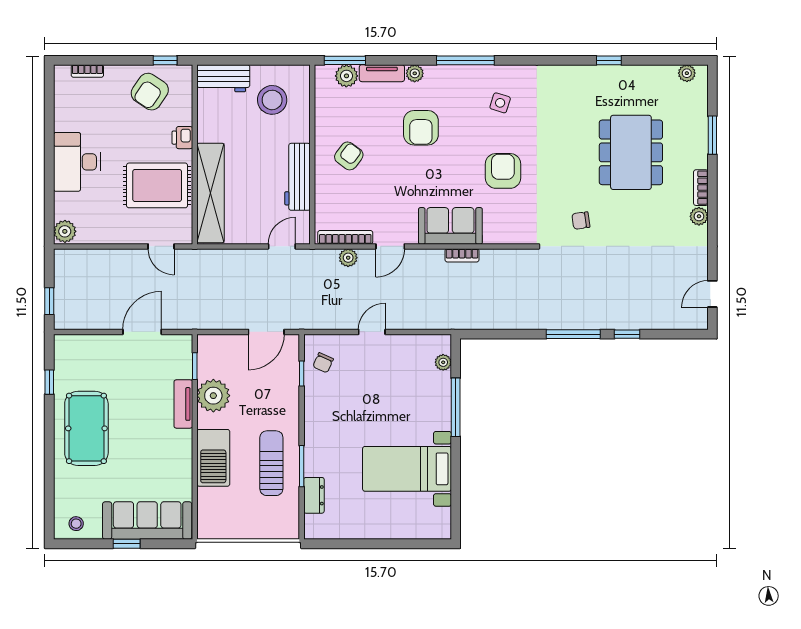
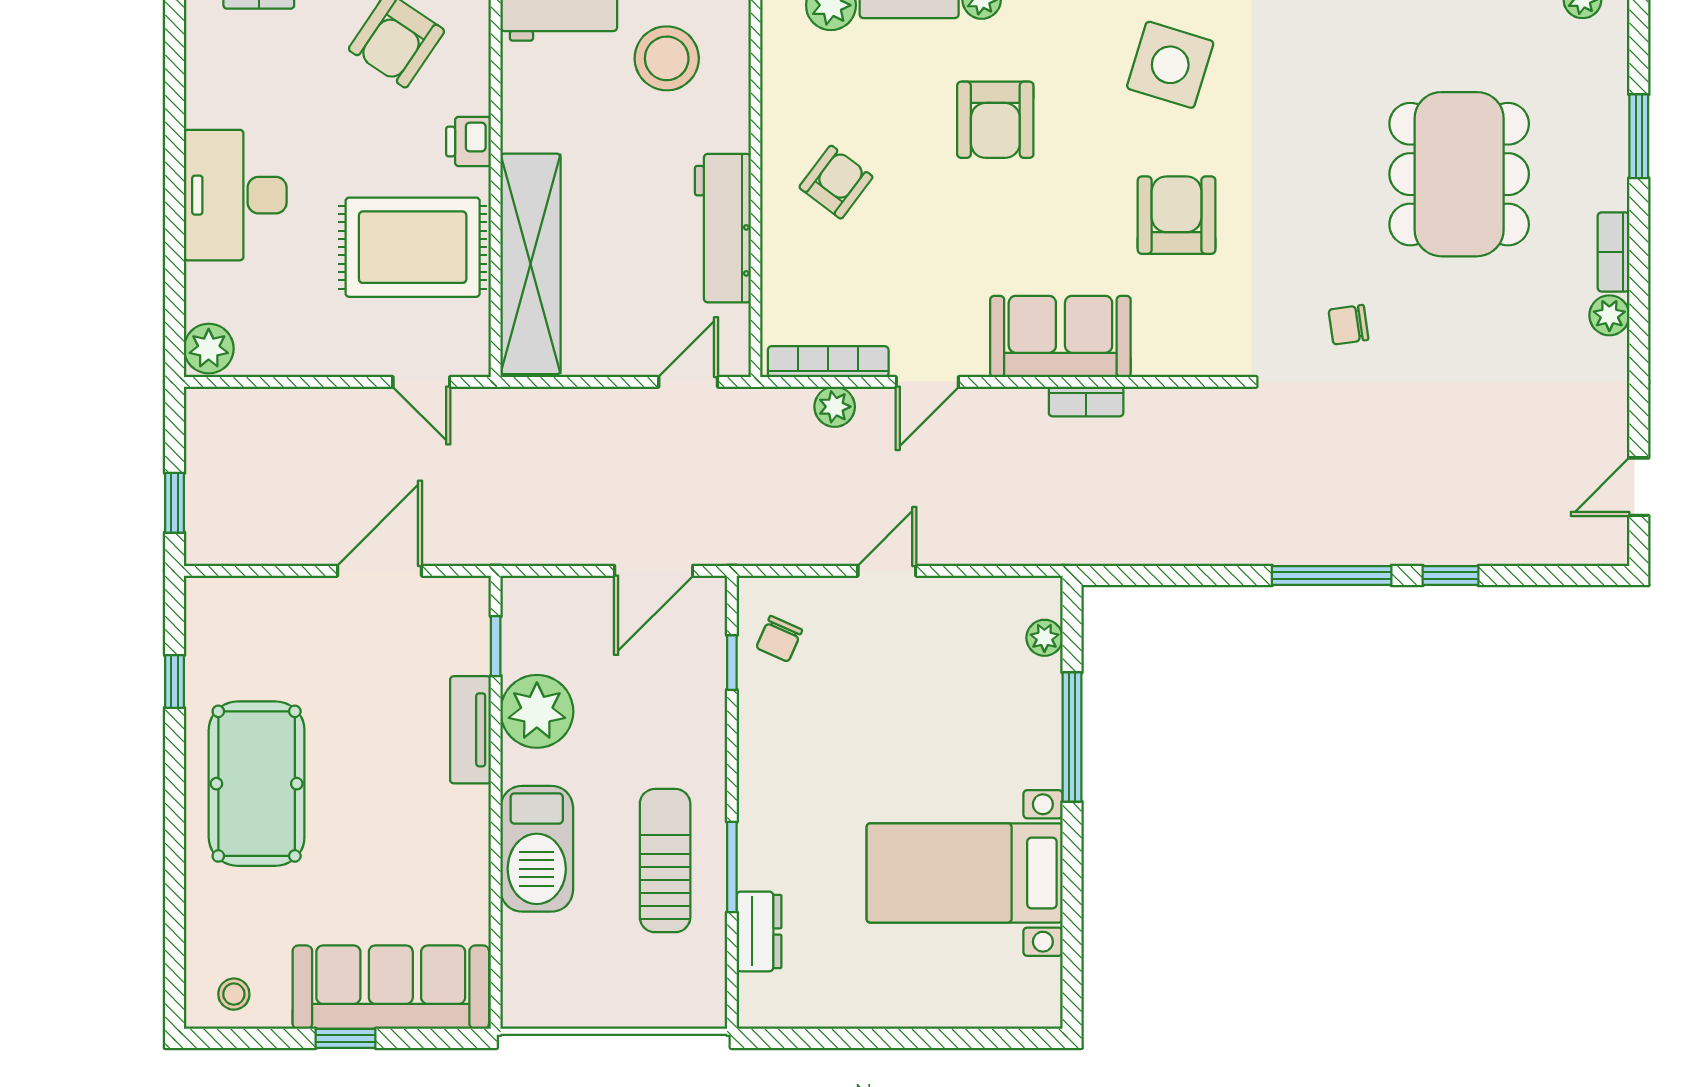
side table: (500, 103) -> (1170, 65), width x1.87, depth x1.87

